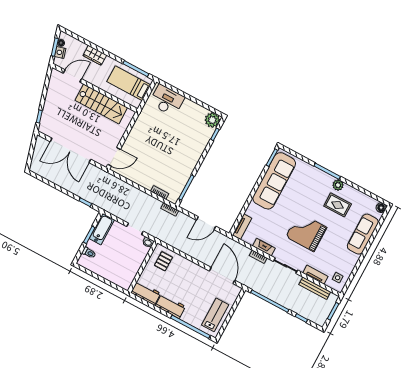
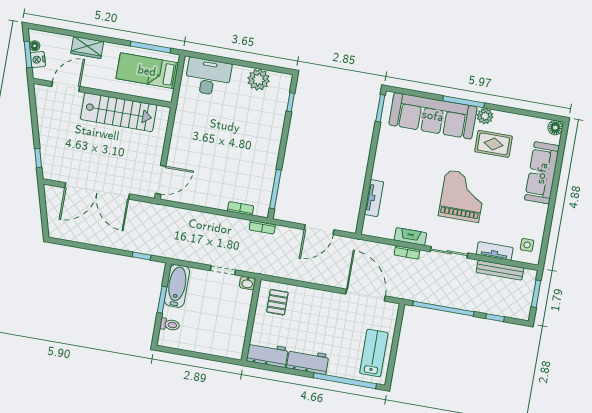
plant: (212, 120) -> (259, 80), moved
sofa: (274, 181) -> (433, 116), moved, turned 90
tv unit: (242, 227) -> (374, 198), moved
grand piano: (306, 232) -> (462, 196), turned 90

